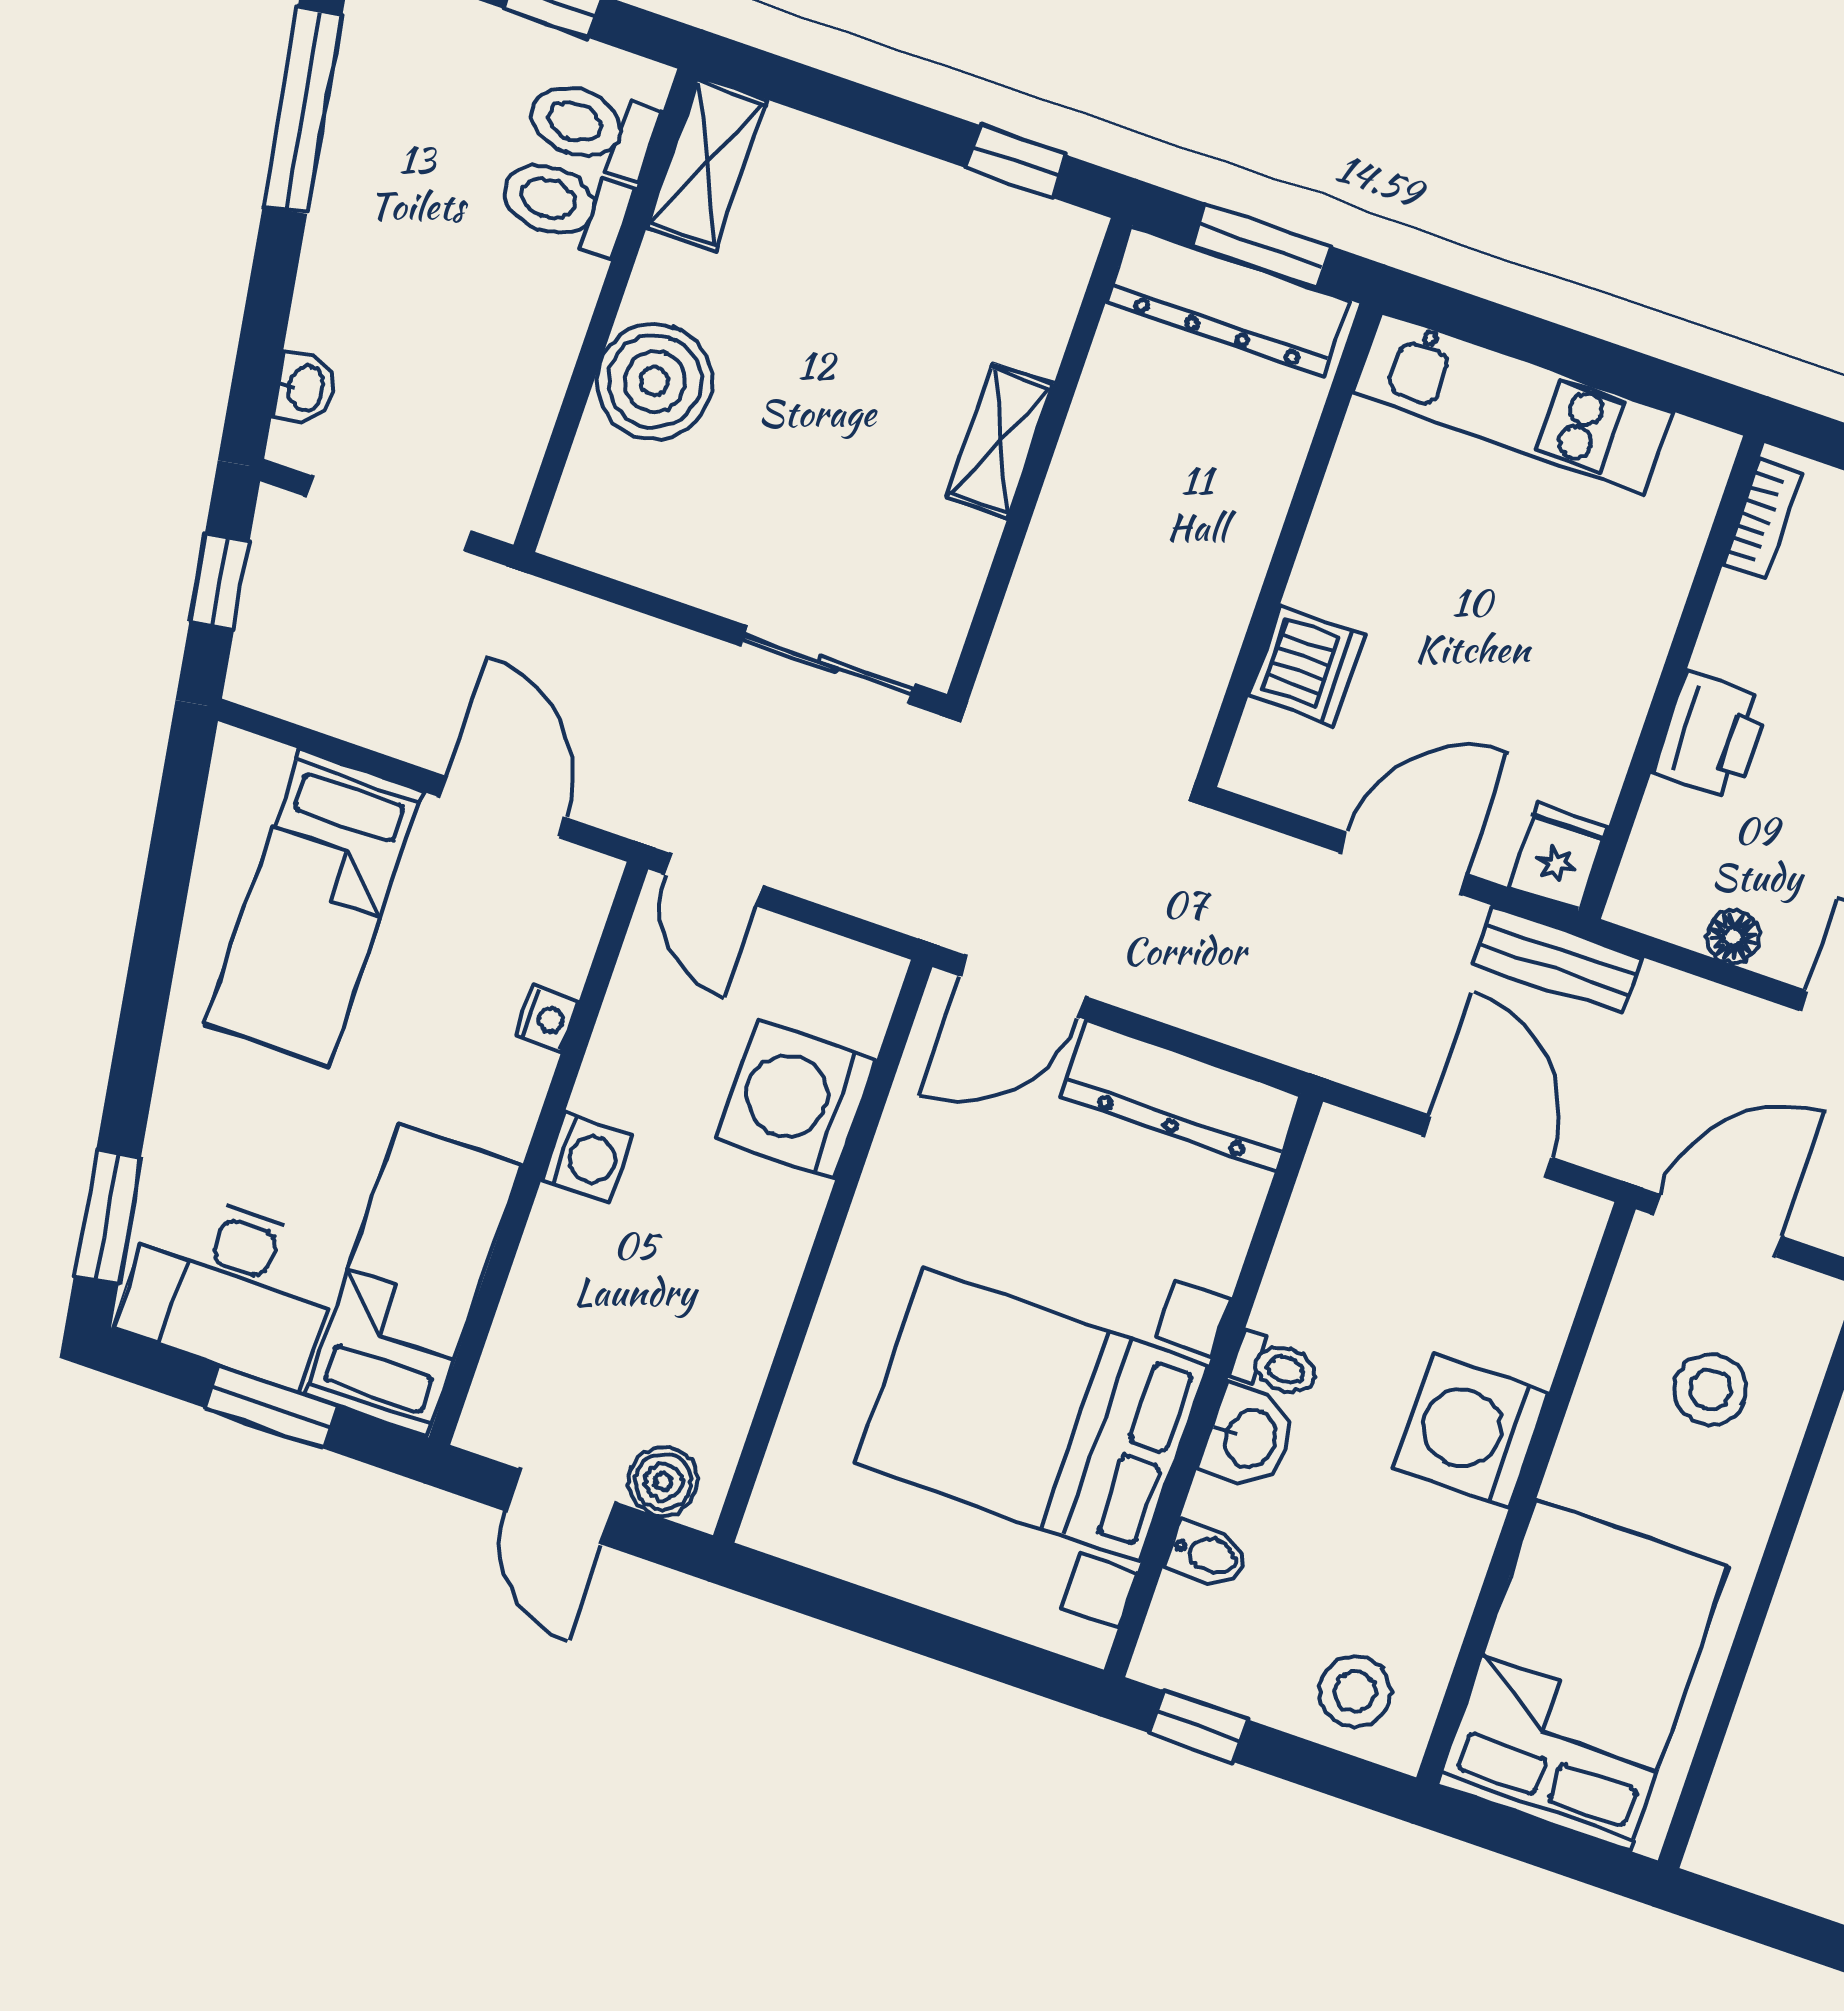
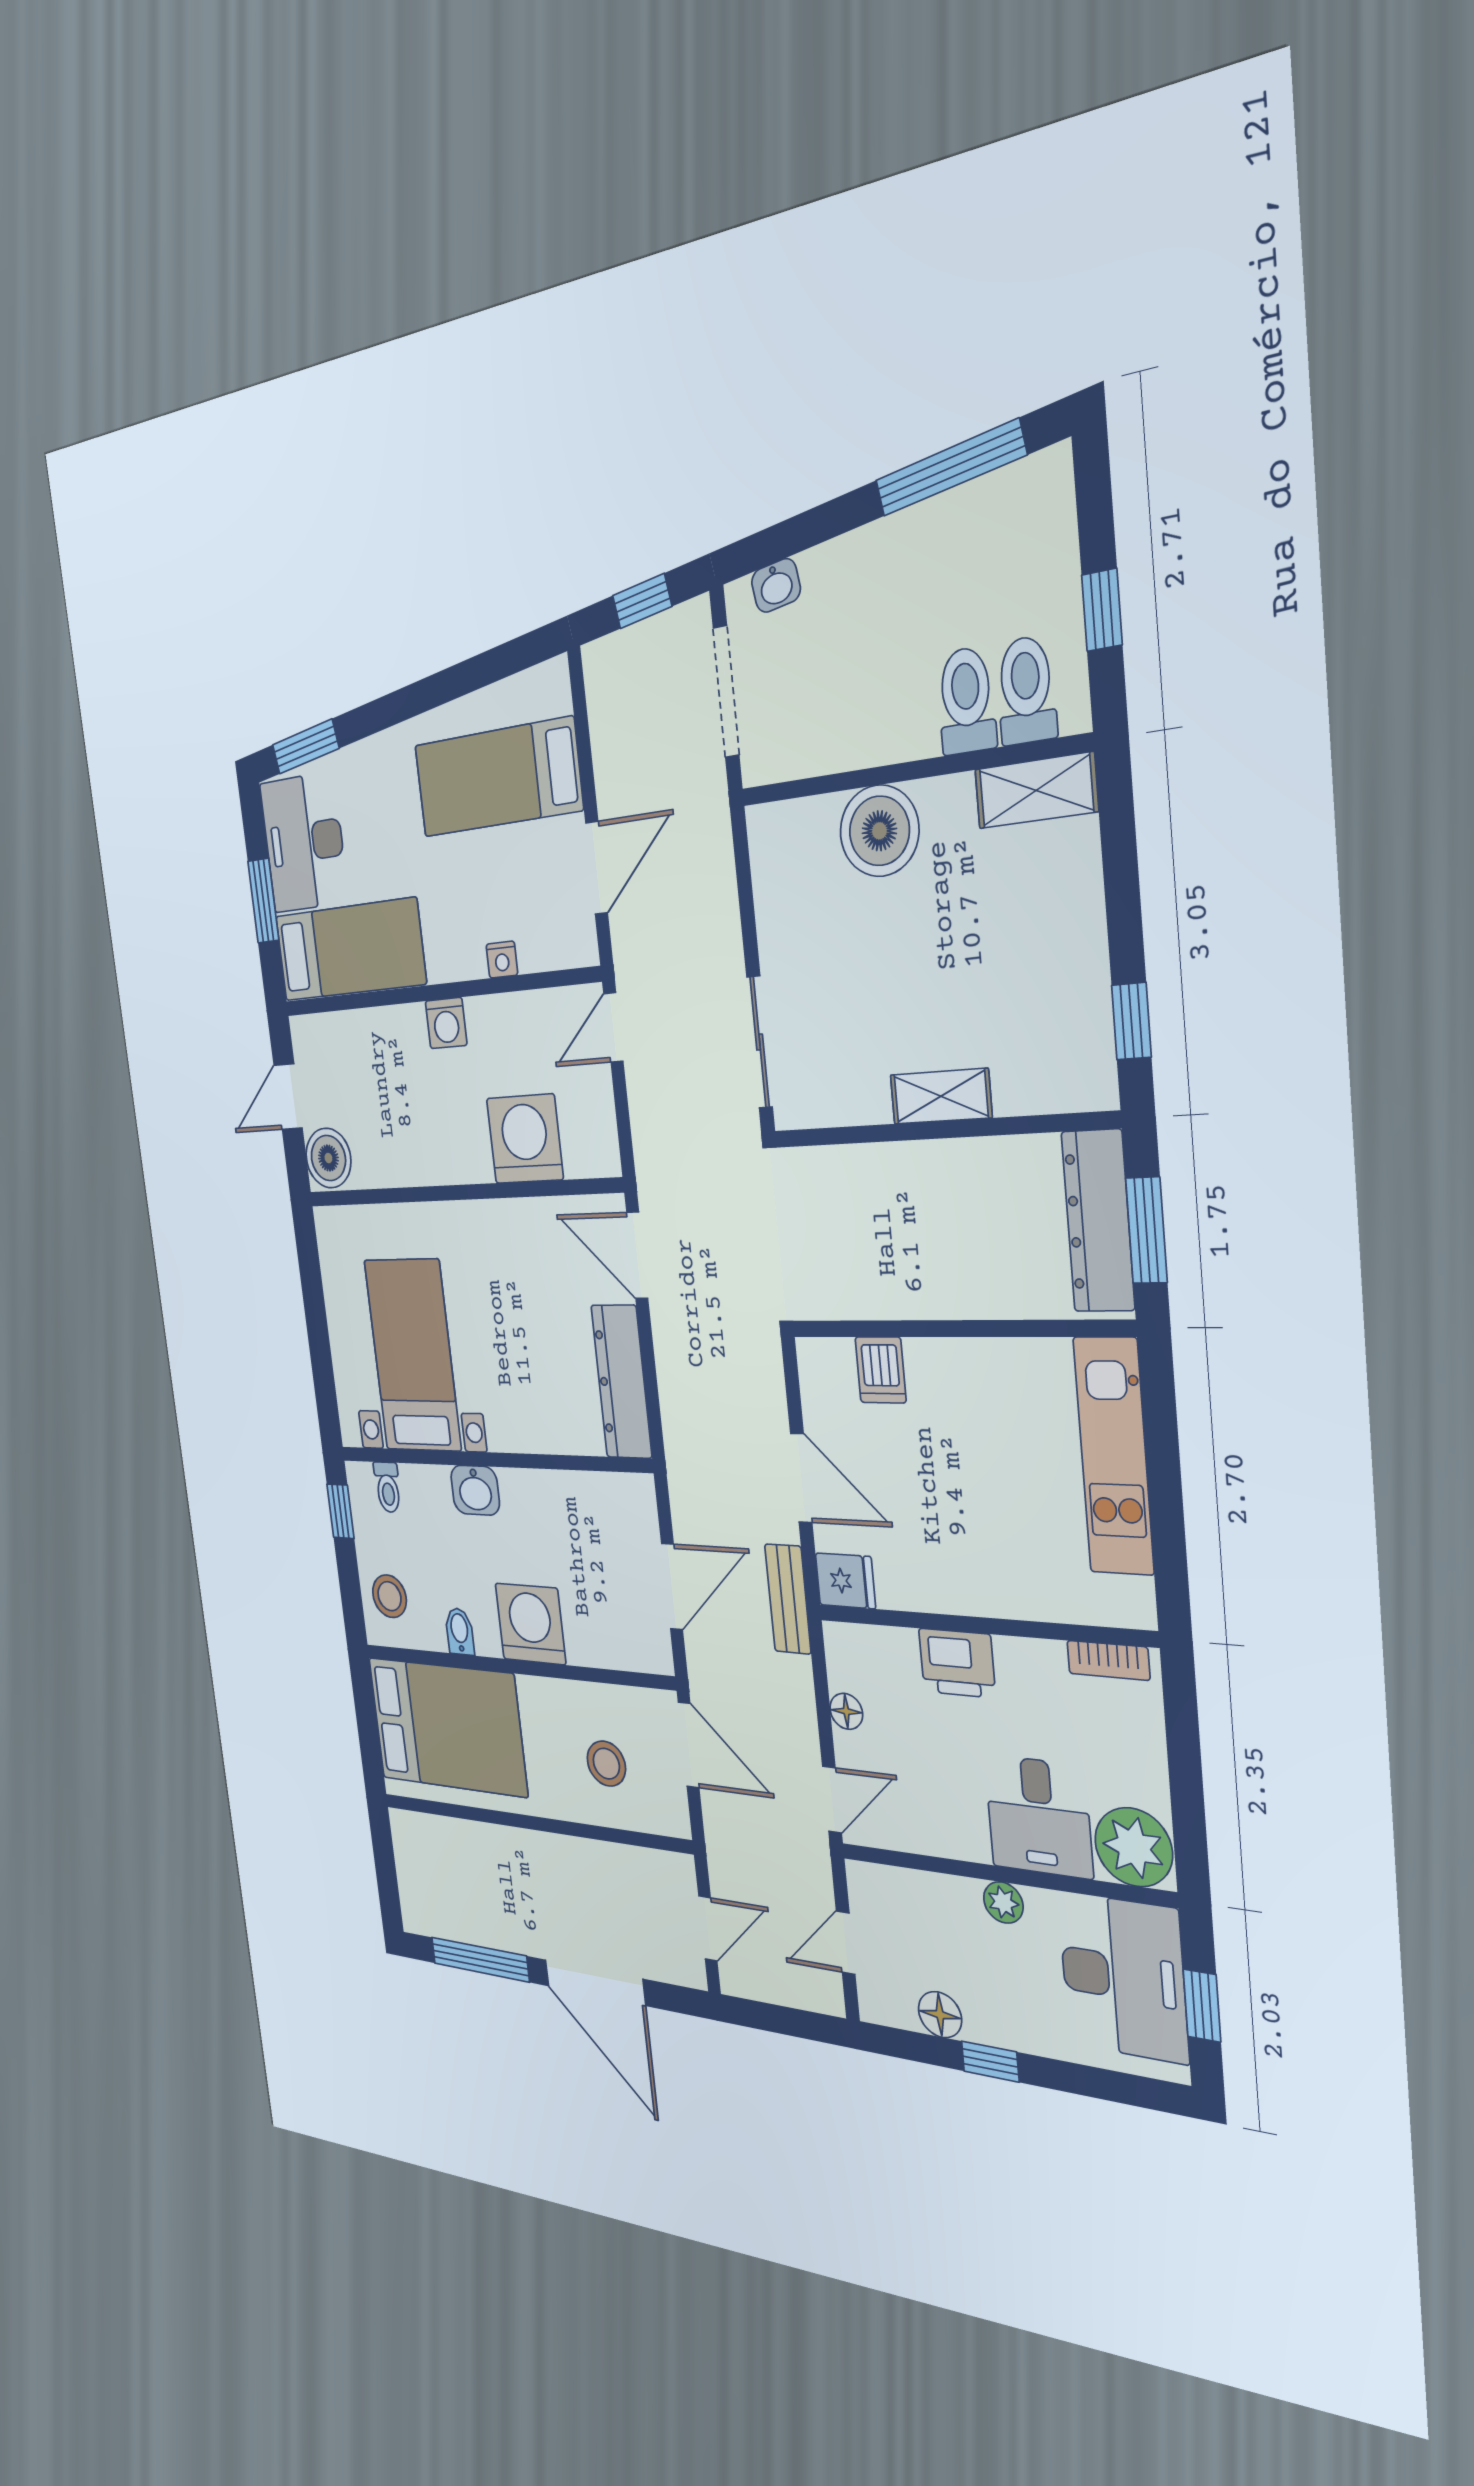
dishwasher: (1307, 665) -> (881, 1370), width x0.73
toilet: (1275, 1366) -> (388, 1487), moved
bed with nightstands: (1032, 1415) -> (413, 1355), width x0.73
boiler: (663, 1482) -> (328, 1158), width x1.36, depth x1.36
bidet: (1207, 1554) -> (460, 1631), moved, turned 180

